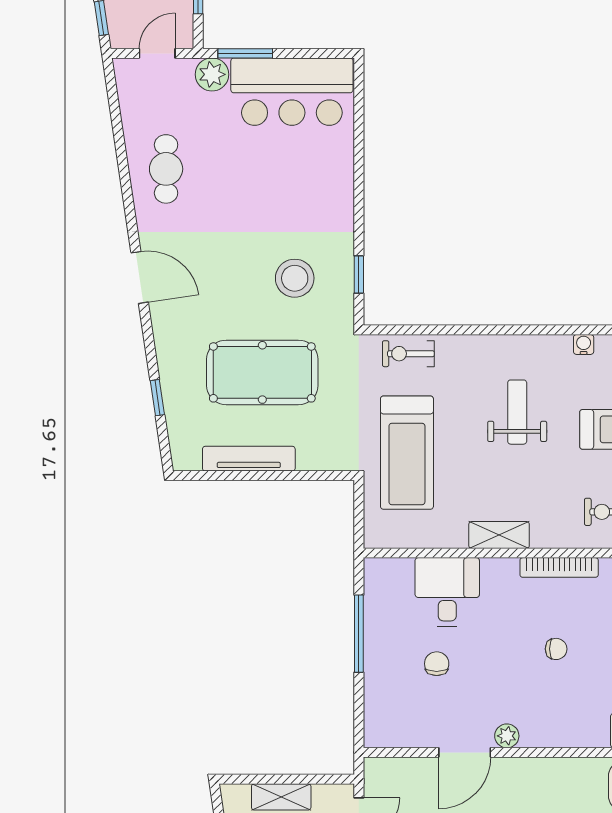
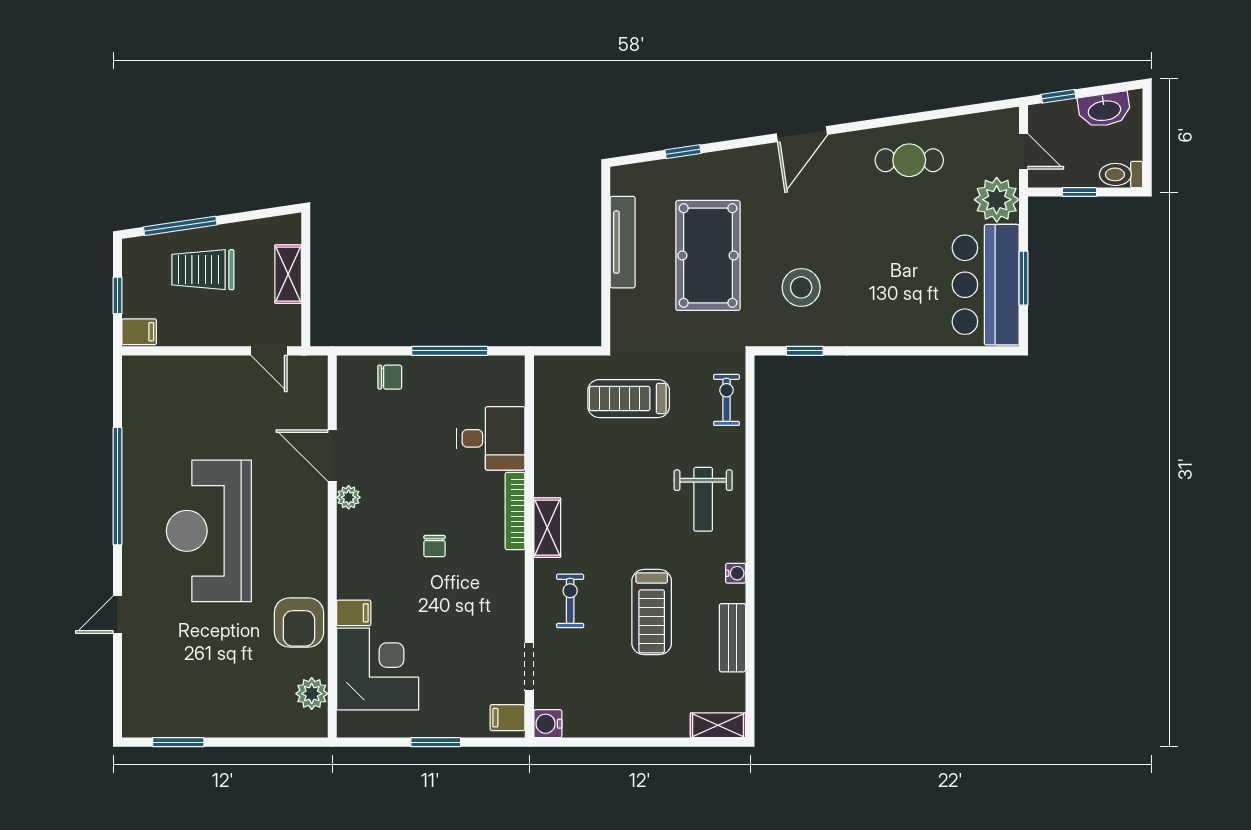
window: (245, 53) -> (1024, 278), moved
plant: (212, 74) -> (997, 200), width x1.36, depth x1.36
weight bench: (517, 412) -> (703, 499), moved, turned 90
treadmill: (407, 453) -> (629, 399), width x0.73, depth x0.73
shelving: (499, 535) -> (547, 528), moved
bookcase: (559, 567) -> (515, 511), moved
chair: (437, 664) -> (390, 377), moved

